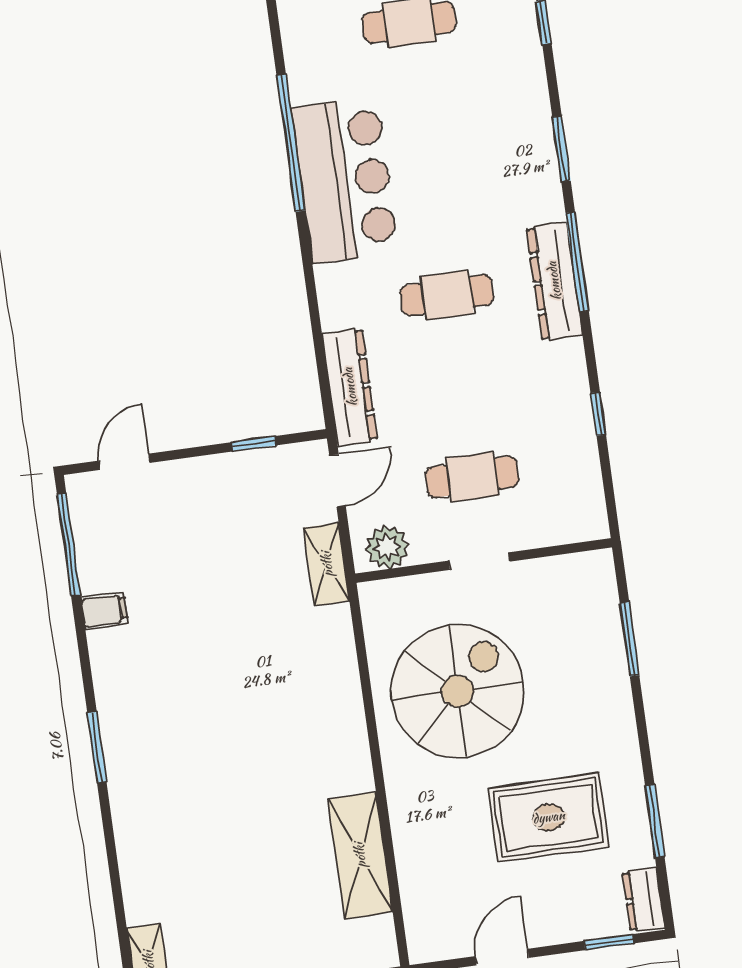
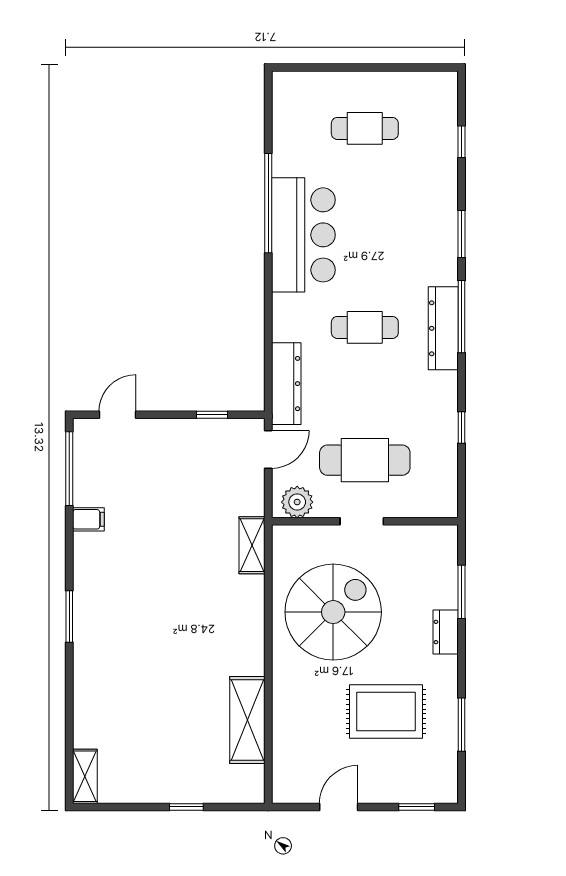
cafe table: (472, 477) -> (365, 460), width x1.37, depth x1.35
shelving: (327, 564) -> (252, 545), moved
dresser: (644, 900) -> (446, 632), moved

